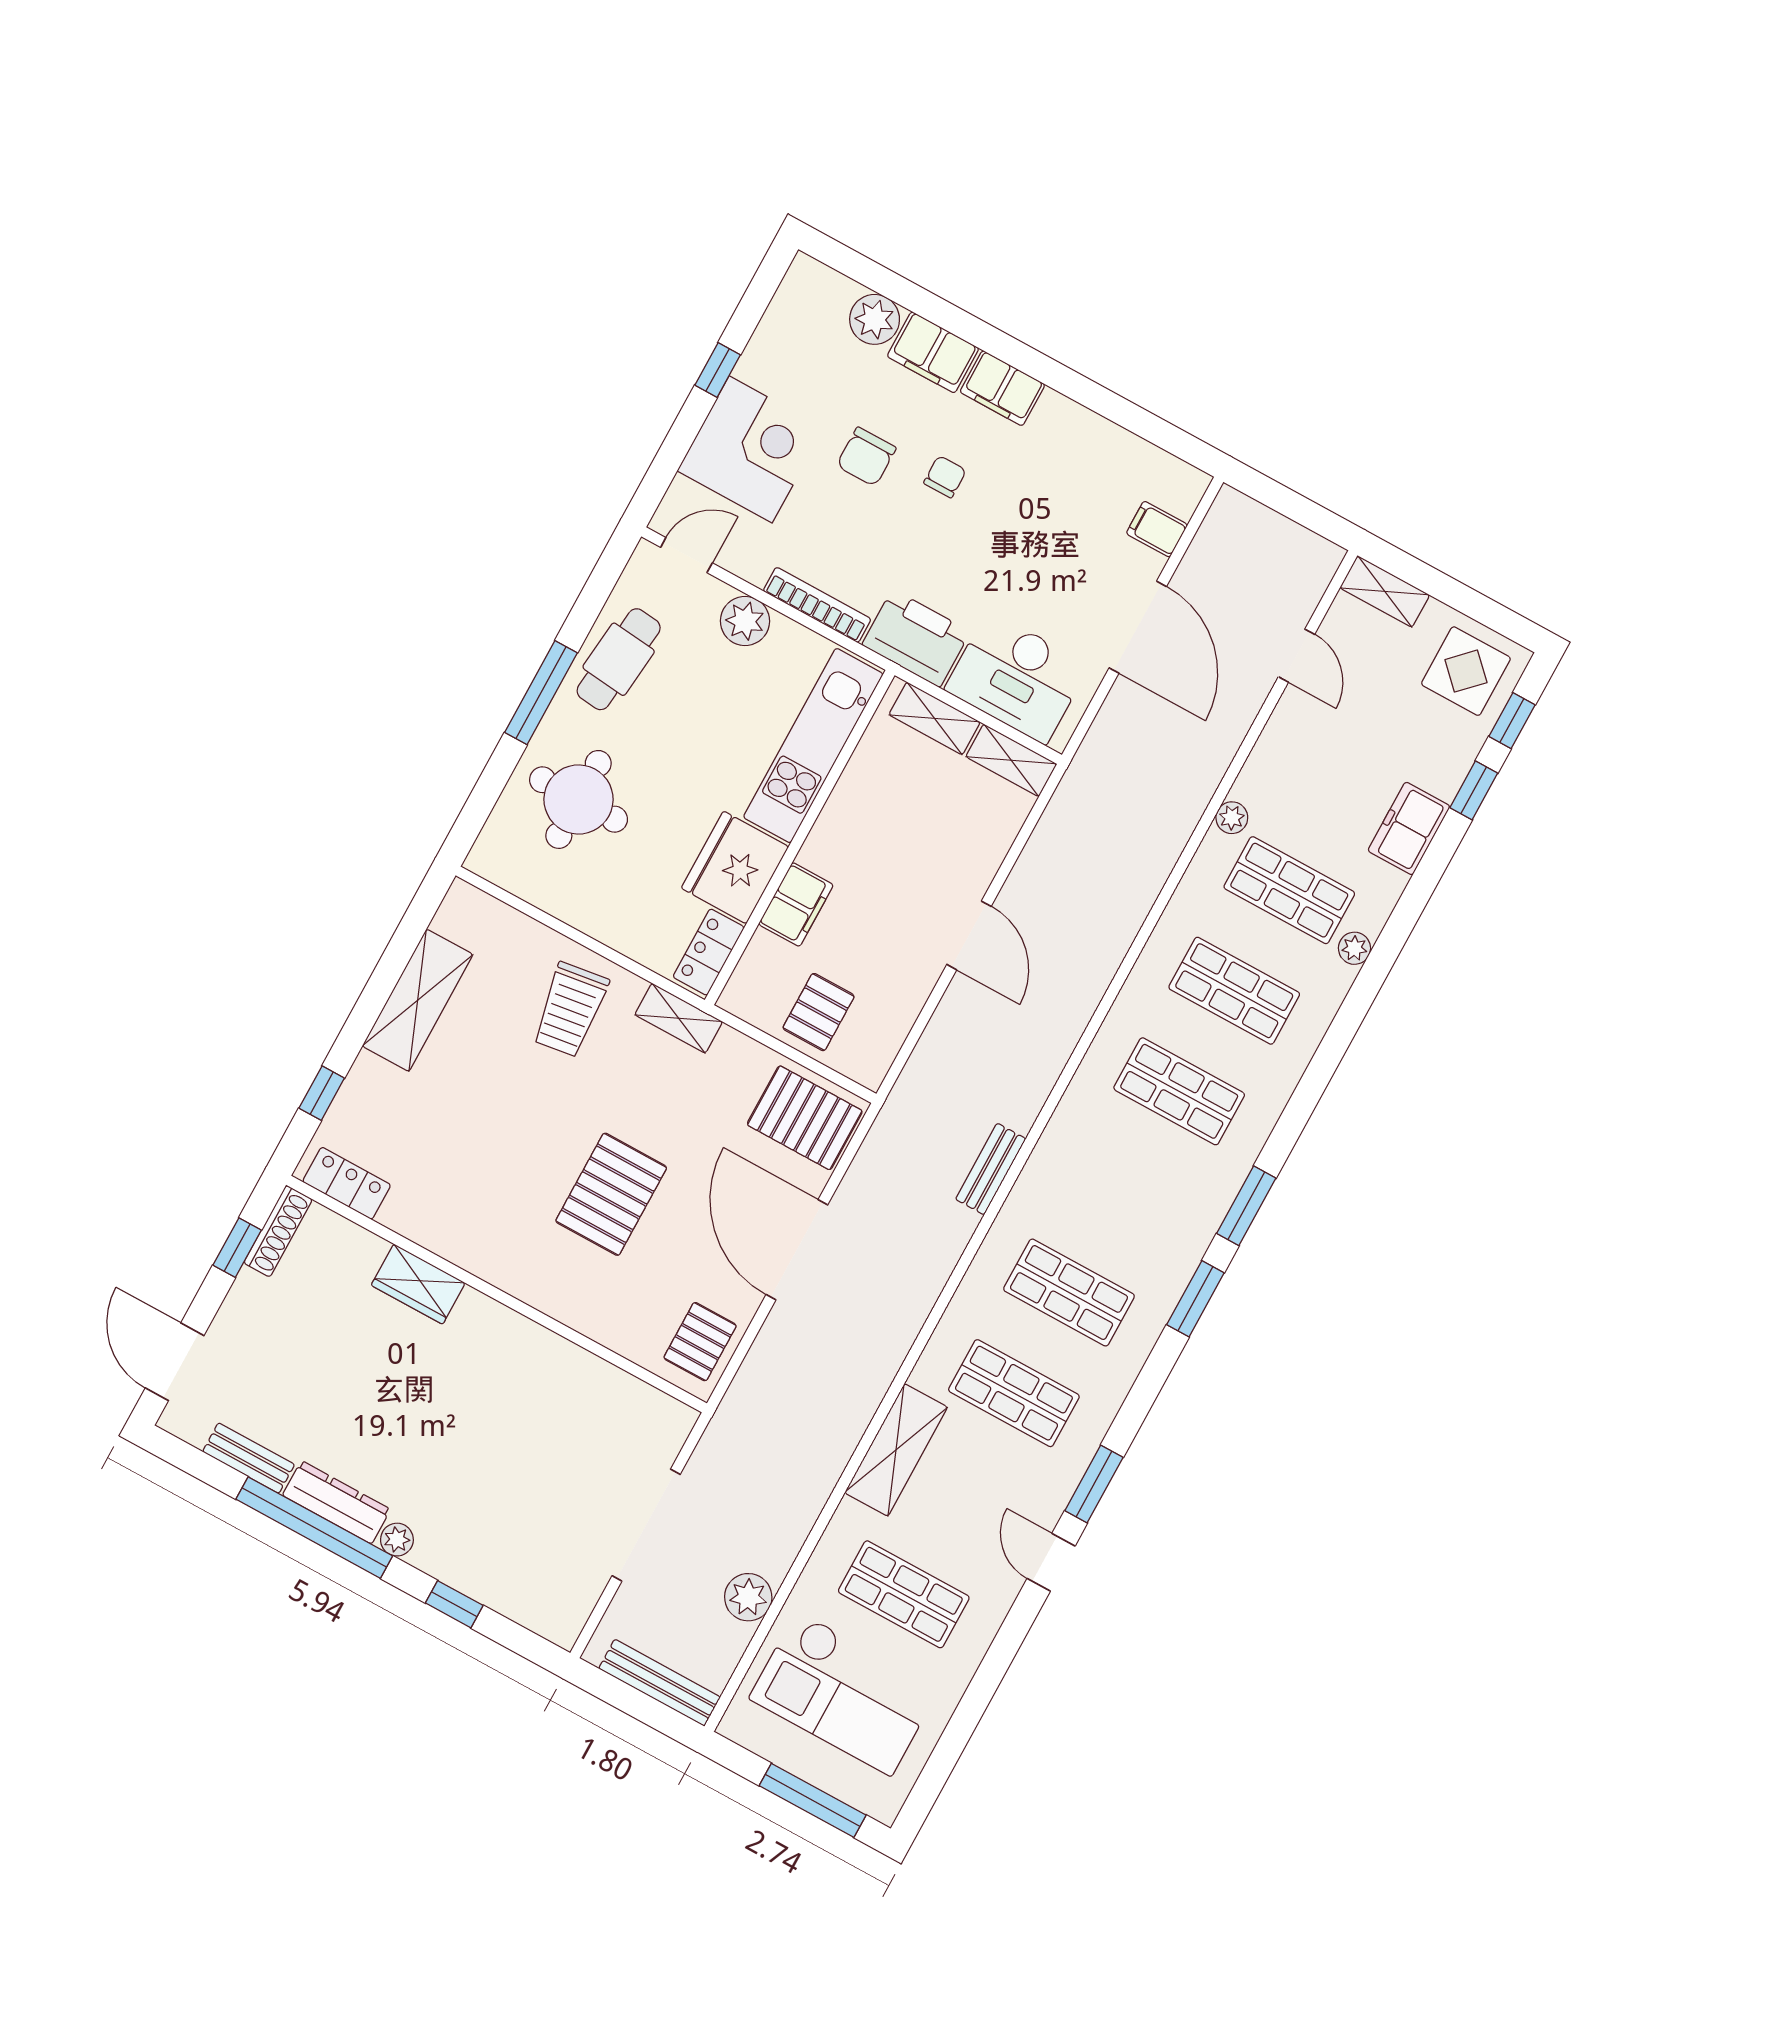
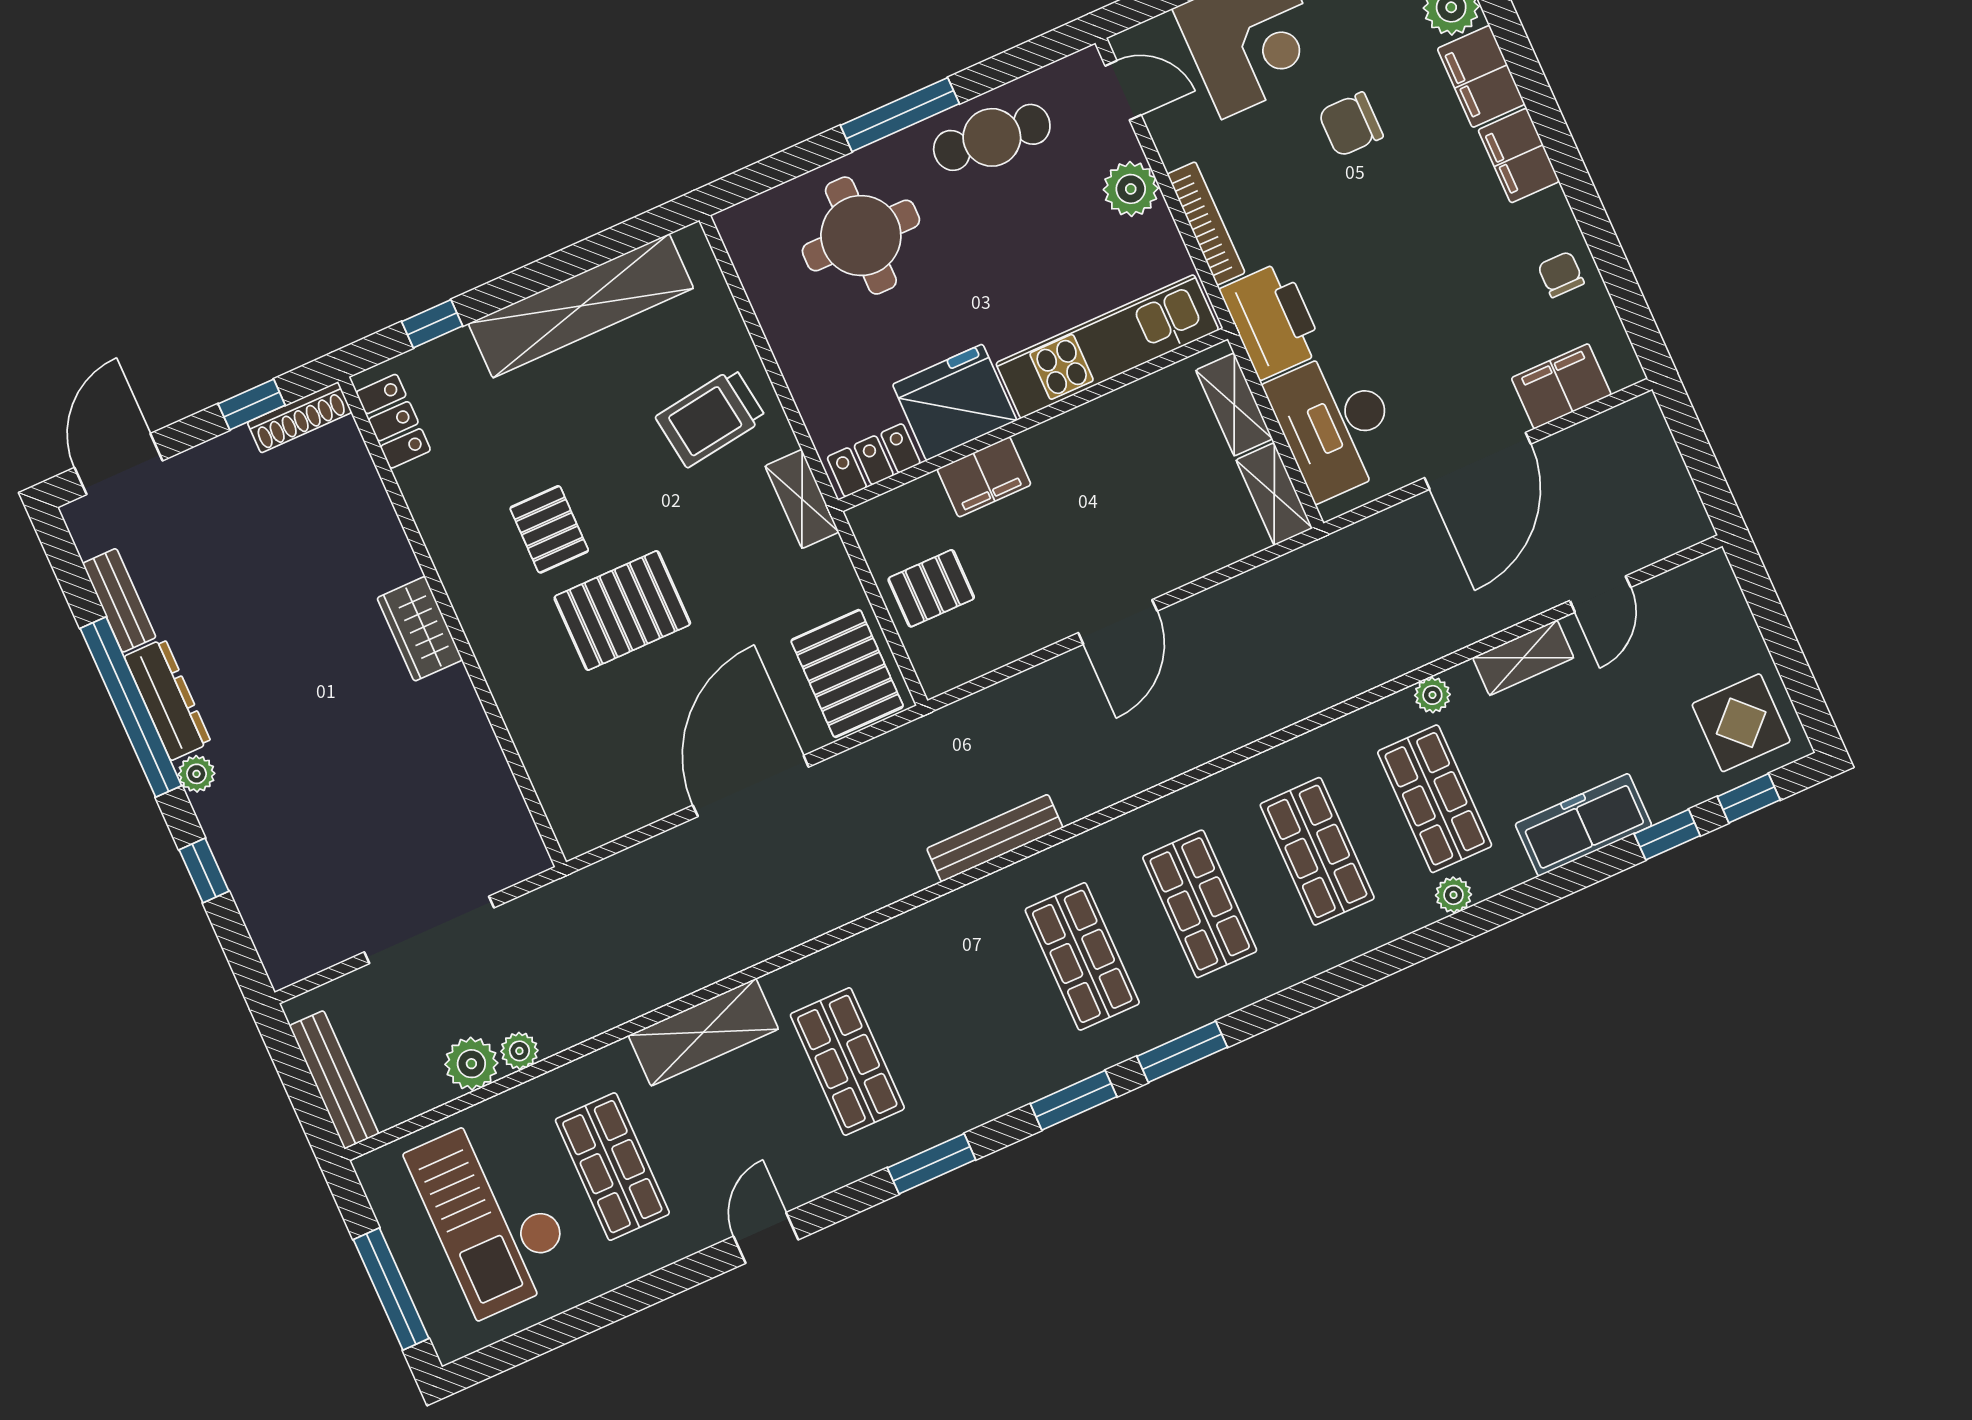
chair: (945, 477) -> (1561, 274), moved, turned -90
filing cabinet: (1157, 529) -> (1561, 386), width x2.00
shelving: (1385, 591) -> (1523, 658), moved, turned 90
freezer: (1409, 828) -> (1583, 825), width x1.40
shelving: (418, 1000) -> (581, 306), width x1.47
bench: (991, 1169) -> (995, 838), width x1.36
wardrobe: (418, 1284) -> (420, 629), moved
shop shelf: (1069, 1293) -> (1082, 956), moved
pallet: (700, 1342) -> (549, 529), moved, turned 90
window: (1094, 1484) -> (932, 1164), moved
plant: (775, 1562) -> (519, 1051), added

